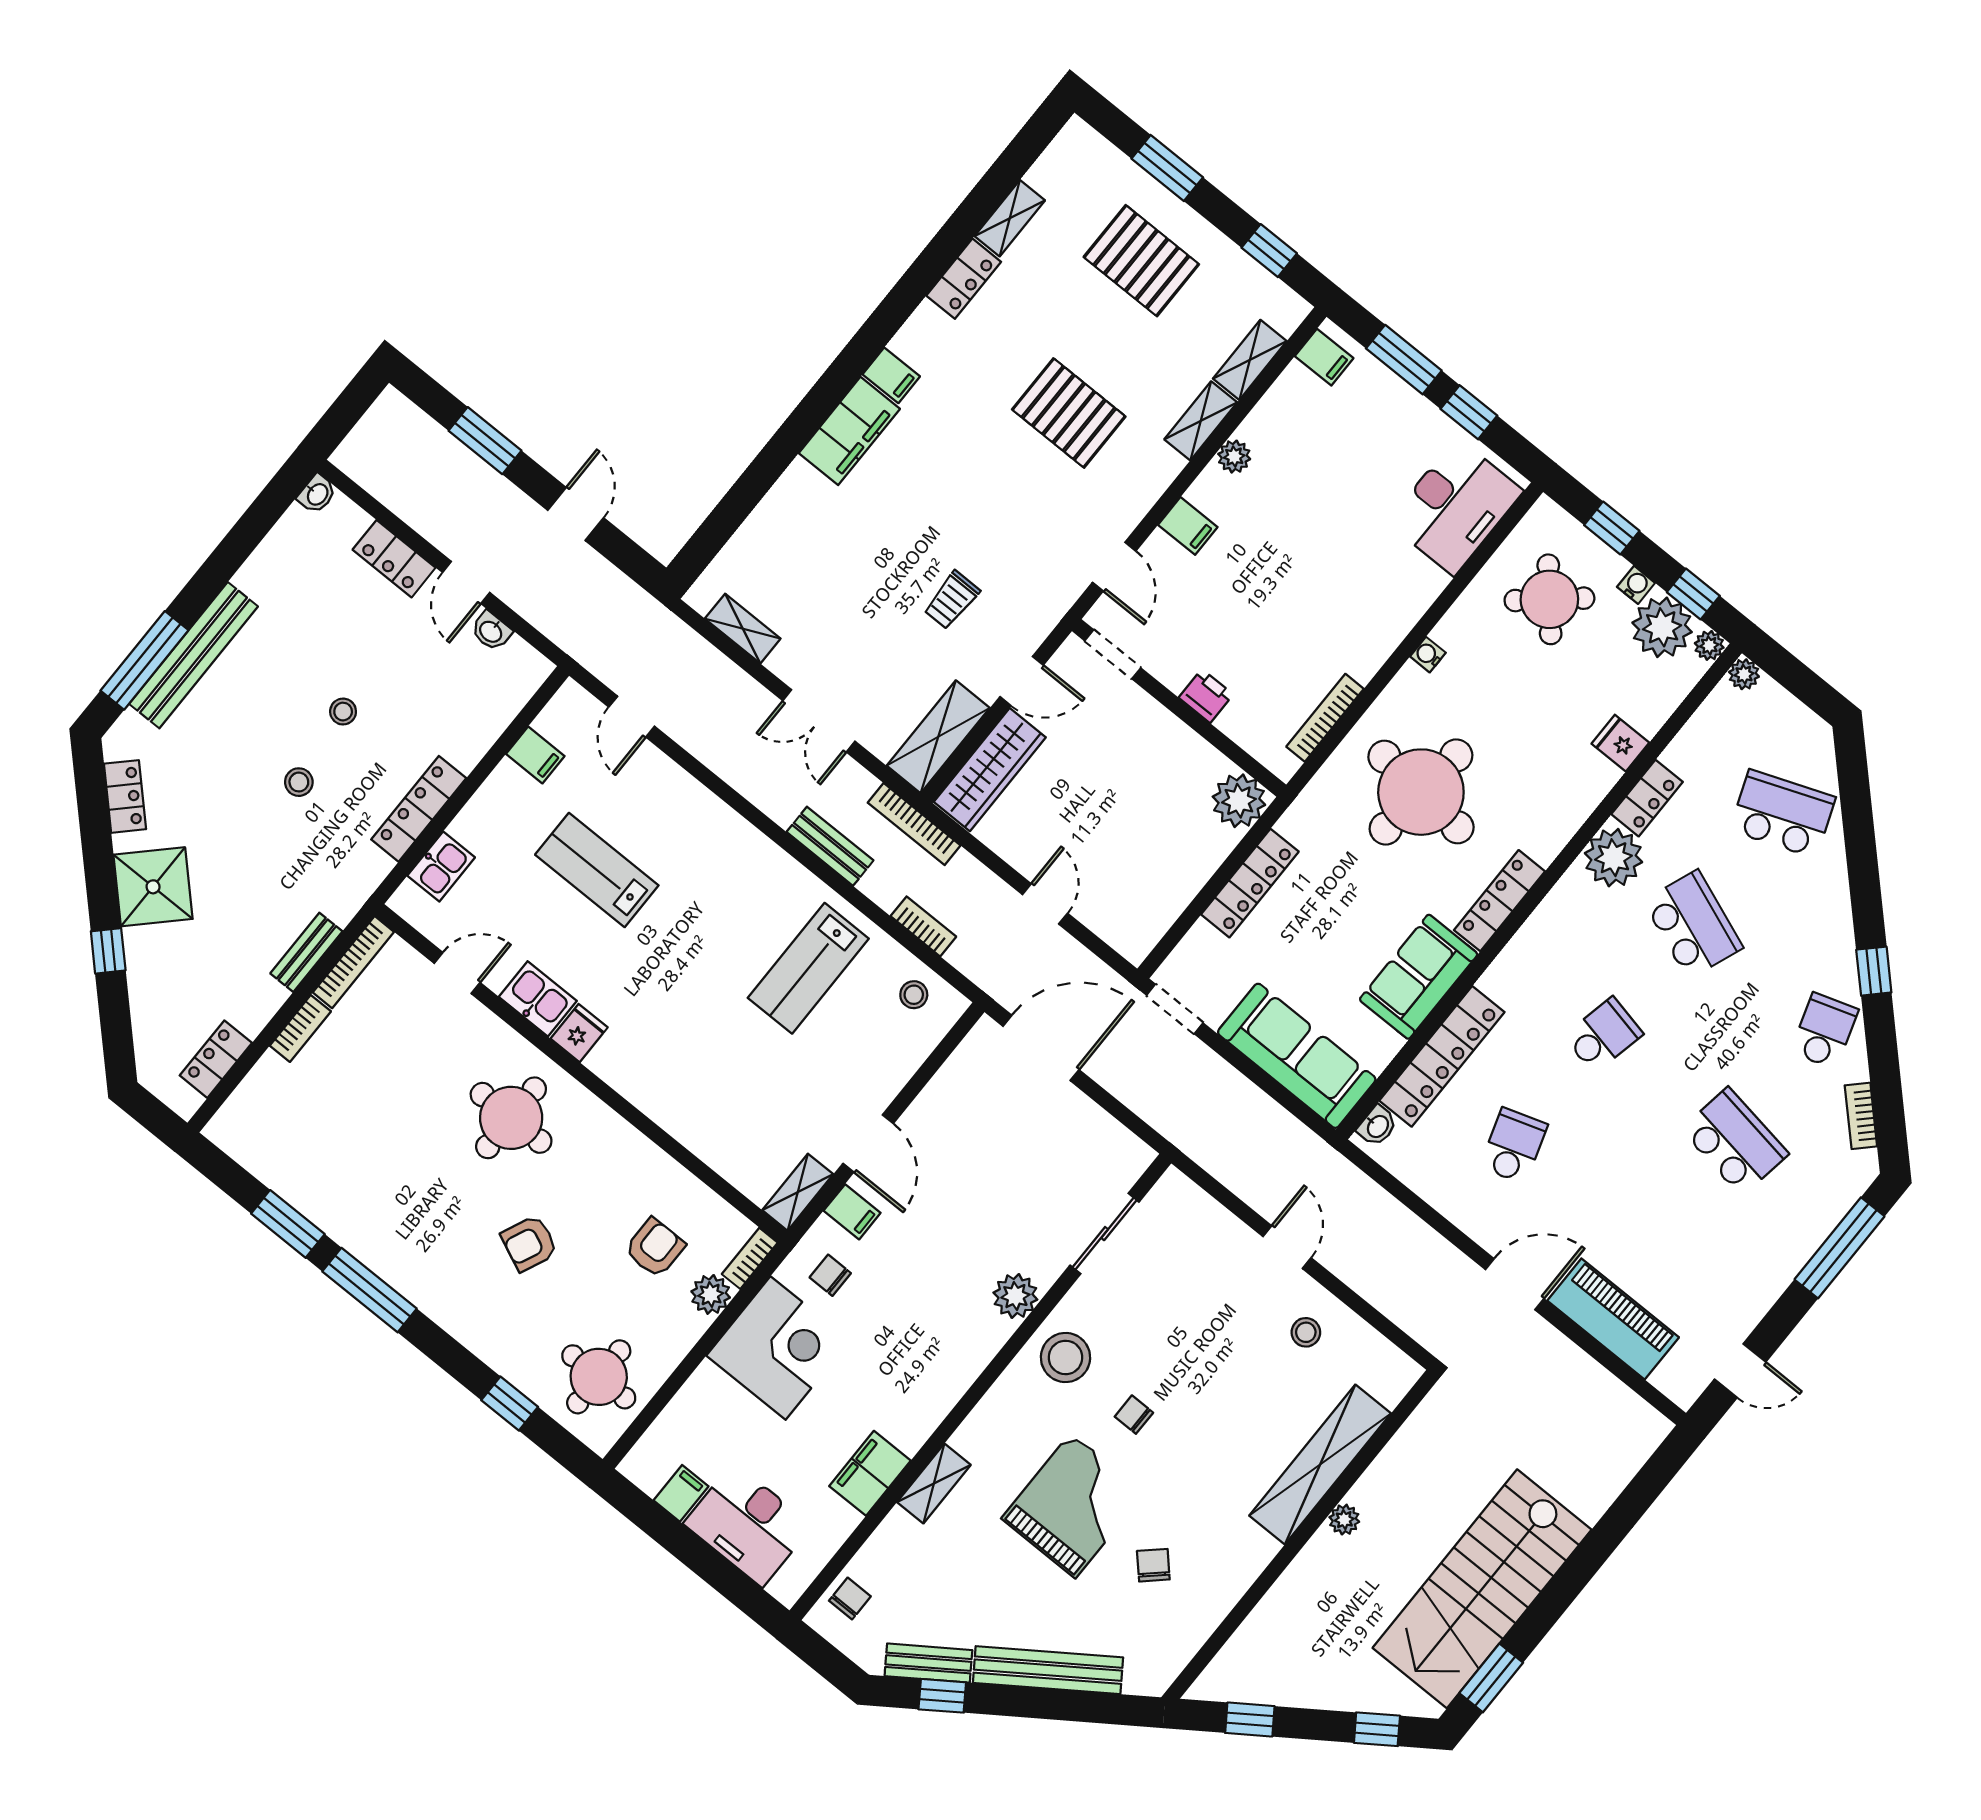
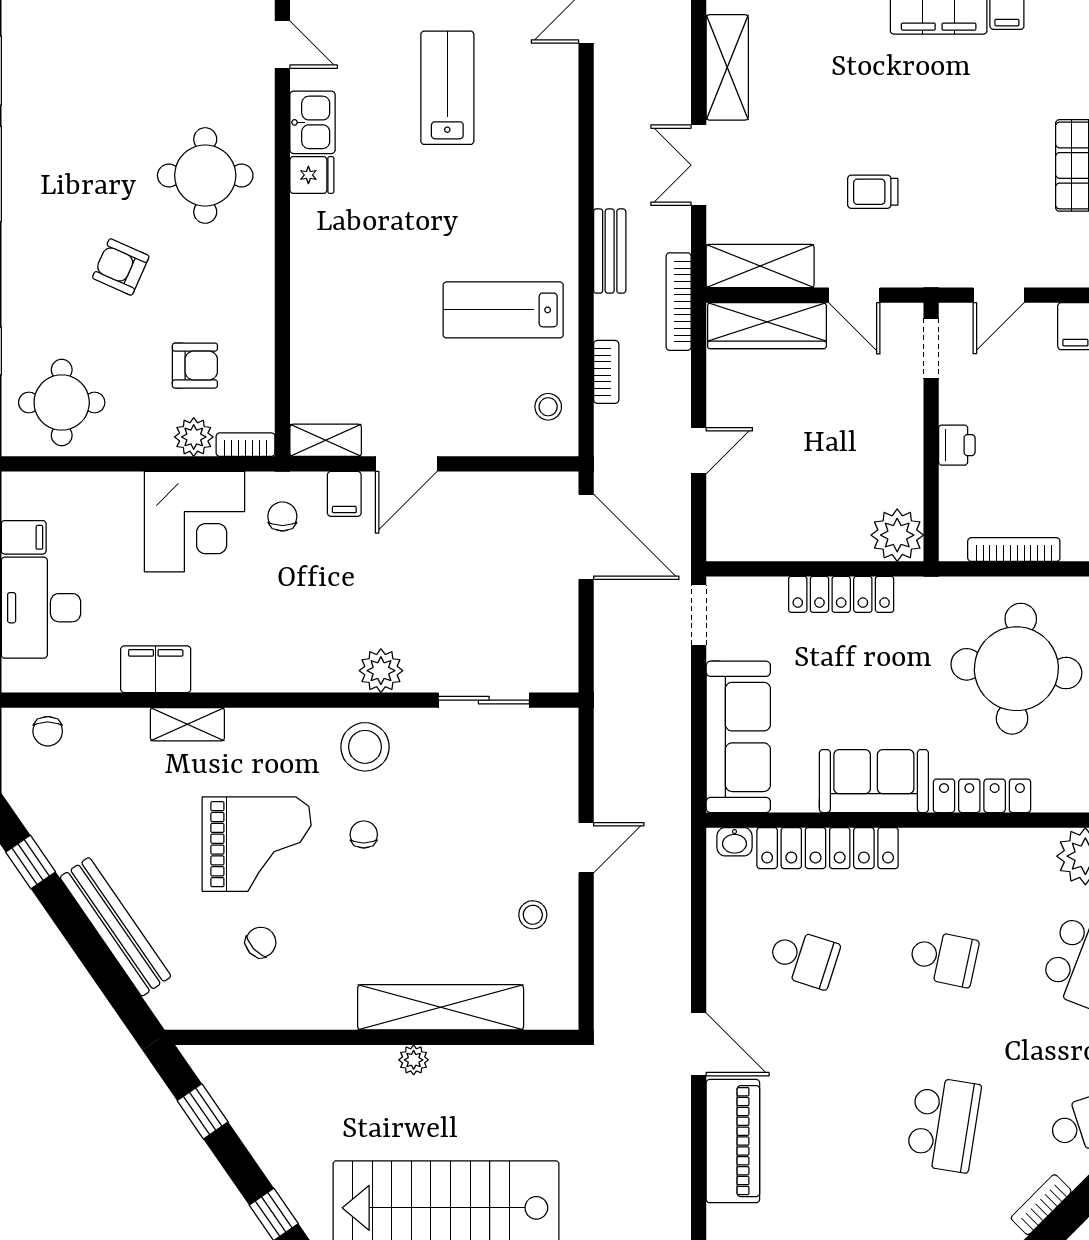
shelving: (743, 629) -> (727, 67), width x1.50, depth x1.33
school desk: (1514, 1146) -> (804, 958), turned 36
chair: (850, 1599) -> (48, 731), turned 90
bench: (928, 1663) -> (47, 831), removed

